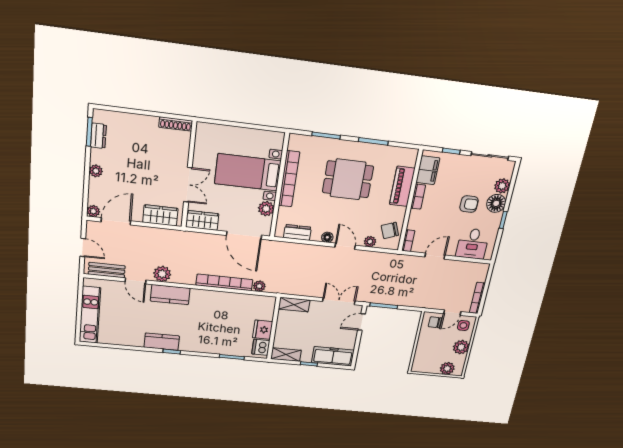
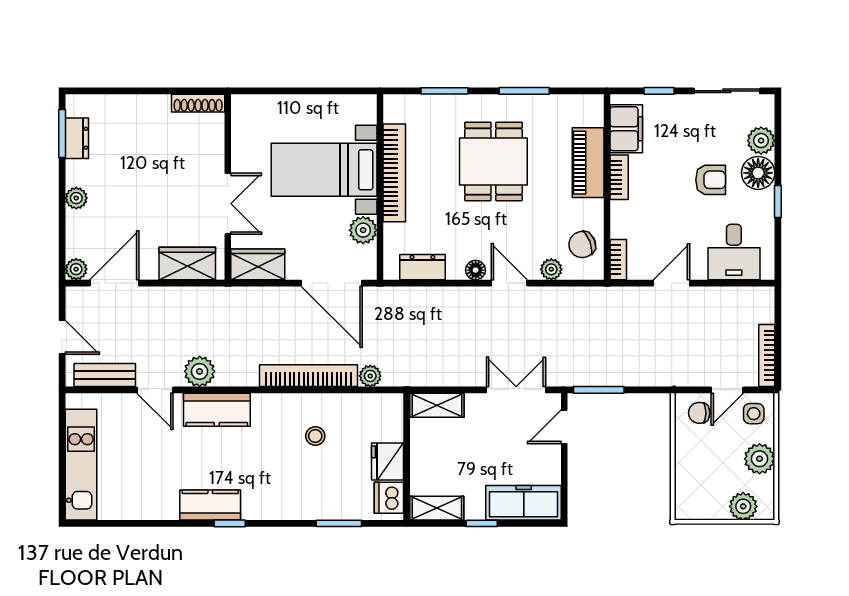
dining table: (348, 179) -> (493, 161), turned 90
stool: (224, 313) -> (315, 436), added

